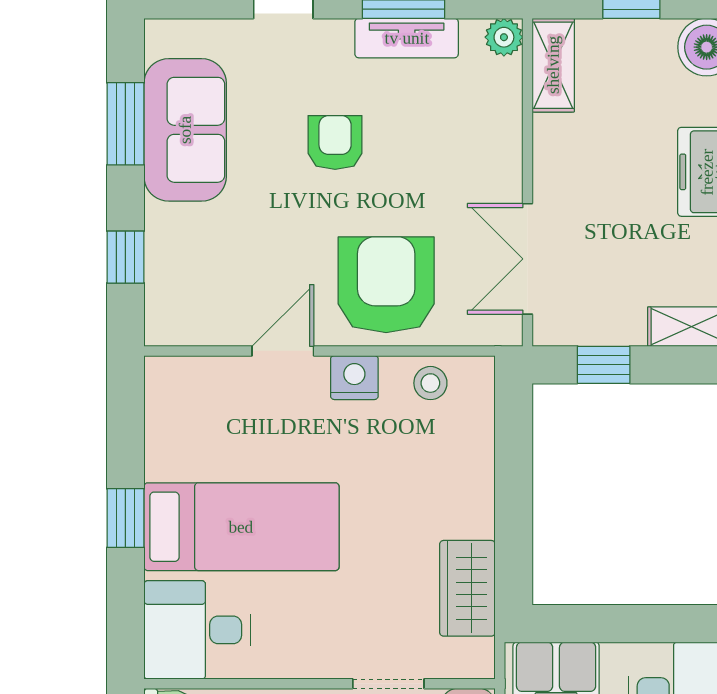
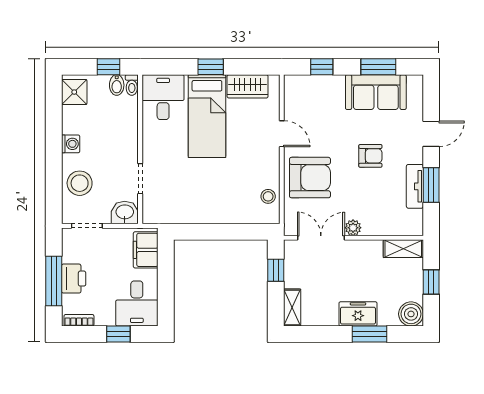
plant: (504, 37) -> (353, 228), moved
nightstand: (354, 378) -> (270, 164), removed
wardrobe: (467, 588) -> (248, 86), moved, turned 180

